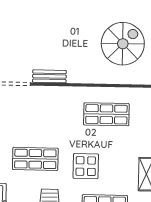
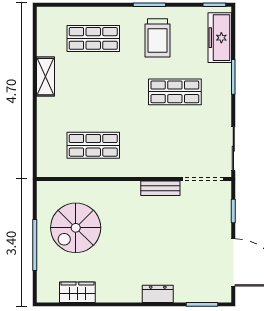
display table: (86, 166) -> (116, 85), removed

